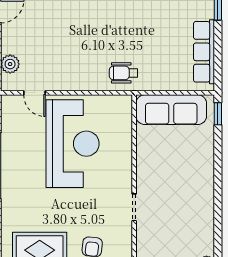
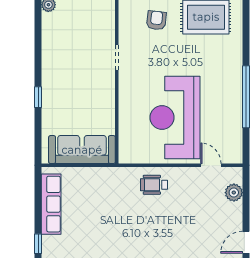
wheelchair: (123, 73) -> (154, 185), moved, turned 180
window: (218, 114) -> (38, 97), moved

